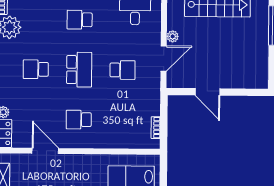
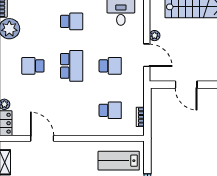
school desk: (80, 20) -> (72, 21), turned 180
door: (164, 58) -> (147, 55), hinge flipped
school desk: (79, 120) -> (110, 110), moved, turned 180

